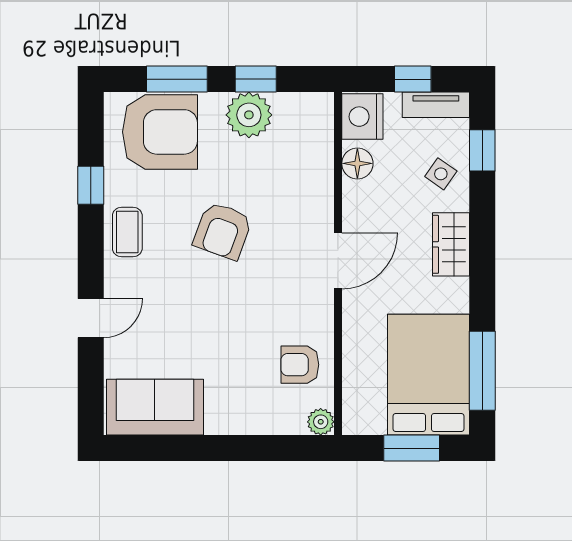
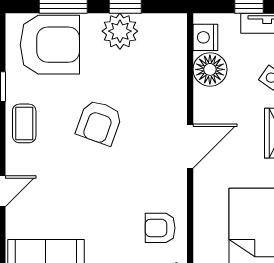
nightstand: (362, 117) -> (205, 37), width x0.74, depth x0.75
floor lamp: (357, 163) -> (210, 69), width x1.38, depth x1.38

